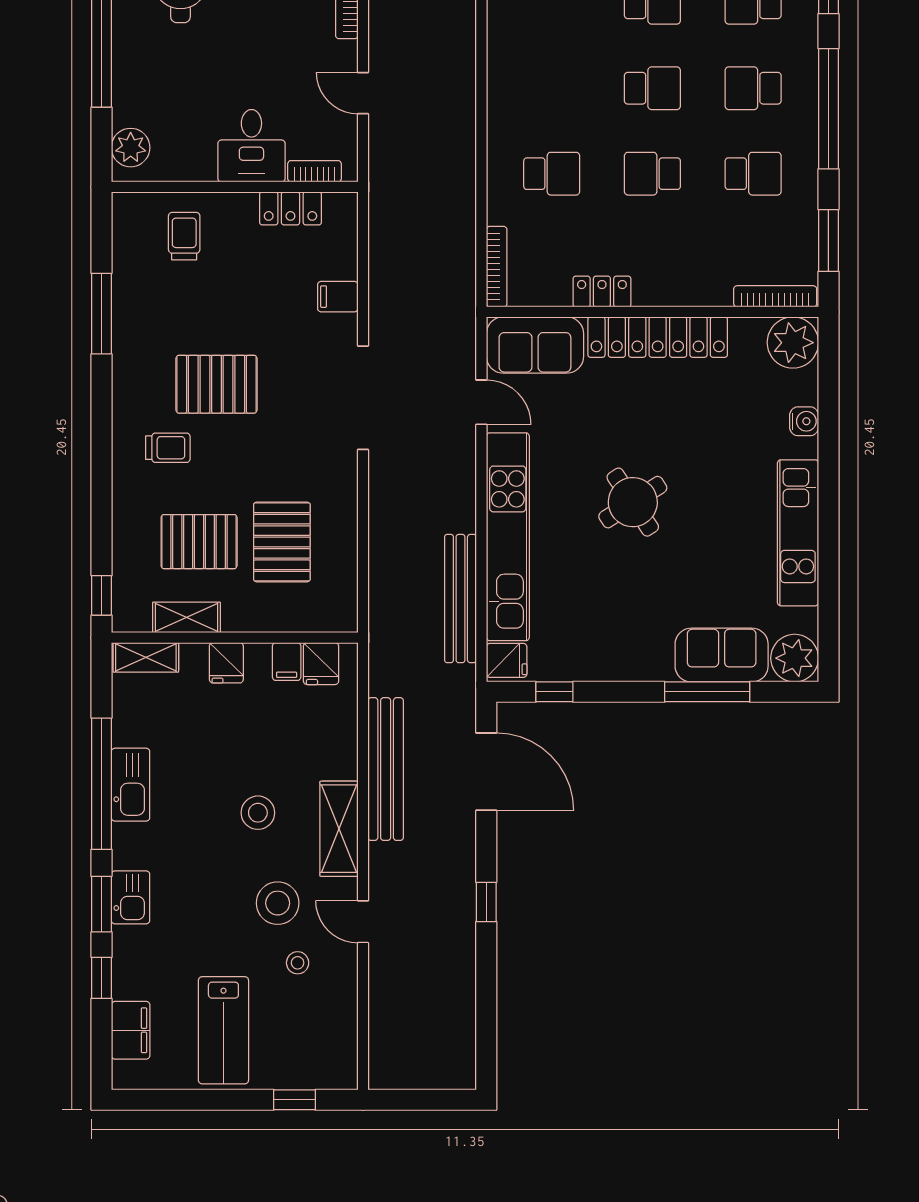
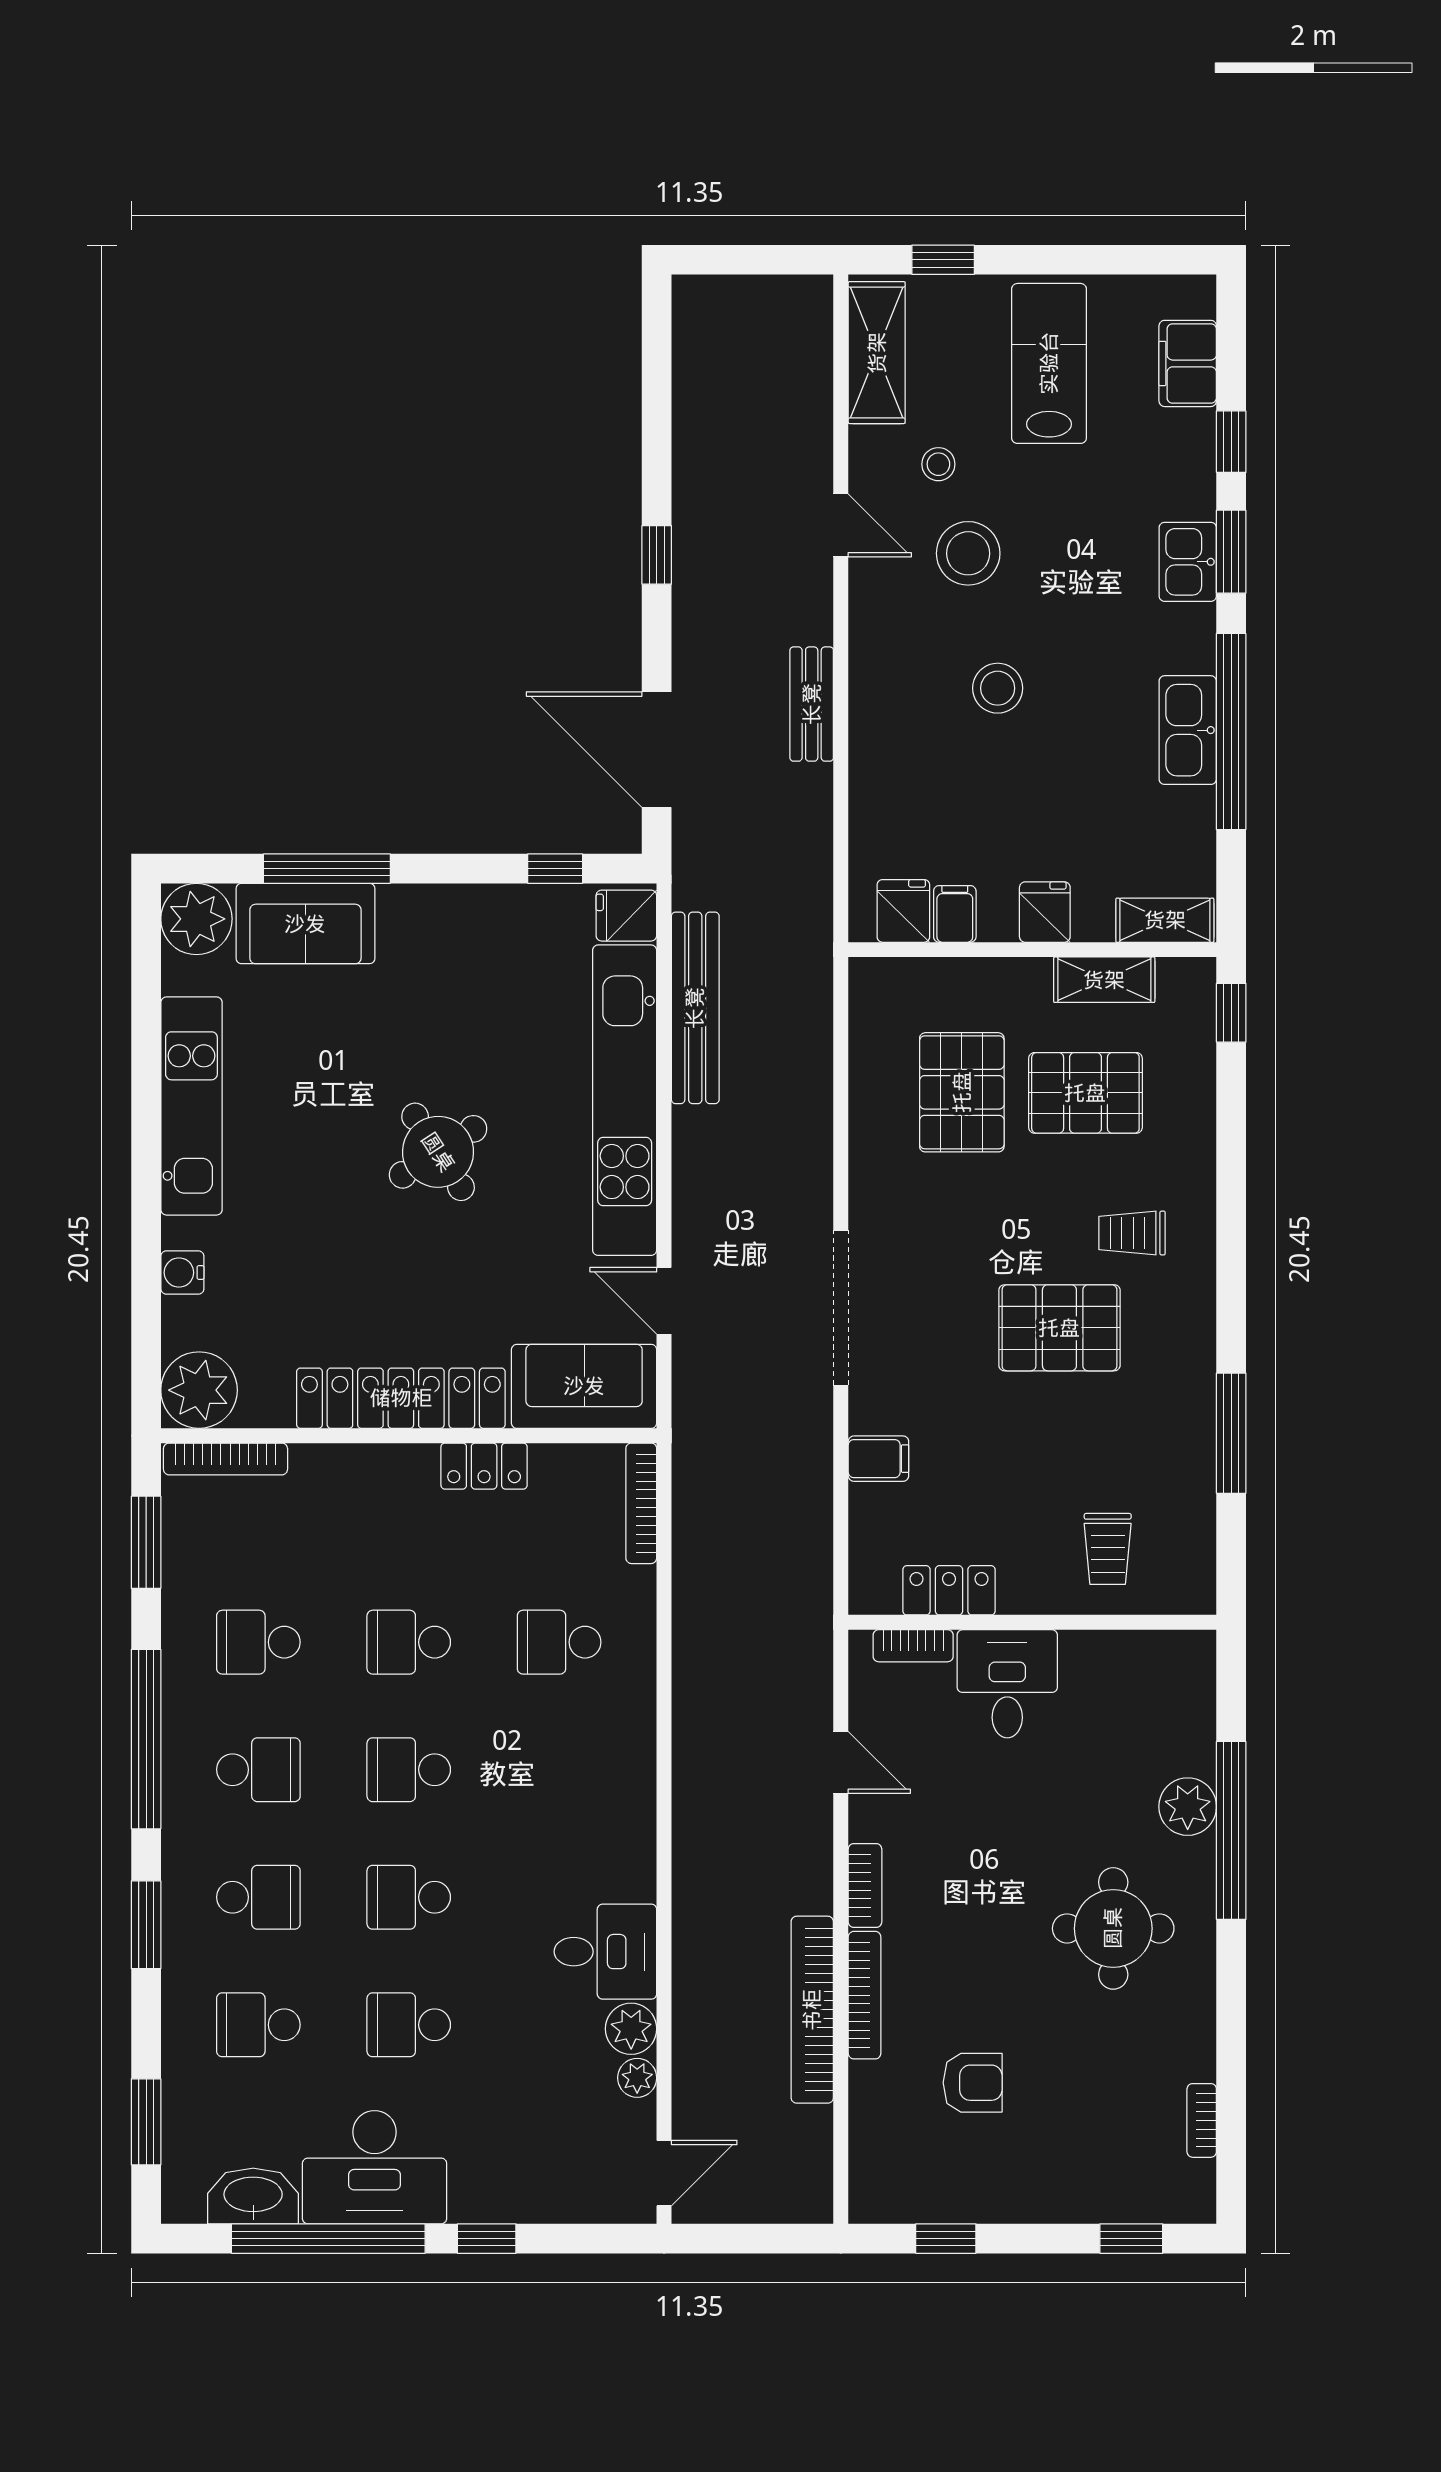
plant: (131, 148) -> (1188, 1807), moved
school desk: (652, 174) -> (409, 1642), turned 180
bench: (386, 769) -> (812, 704), width x0.54, depth x0.82
shelving: (339, 829) -> (877, 353), moved

